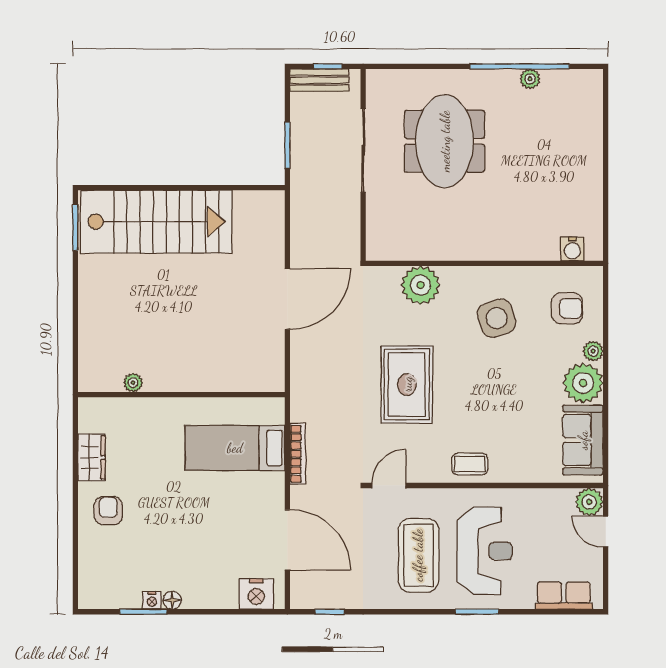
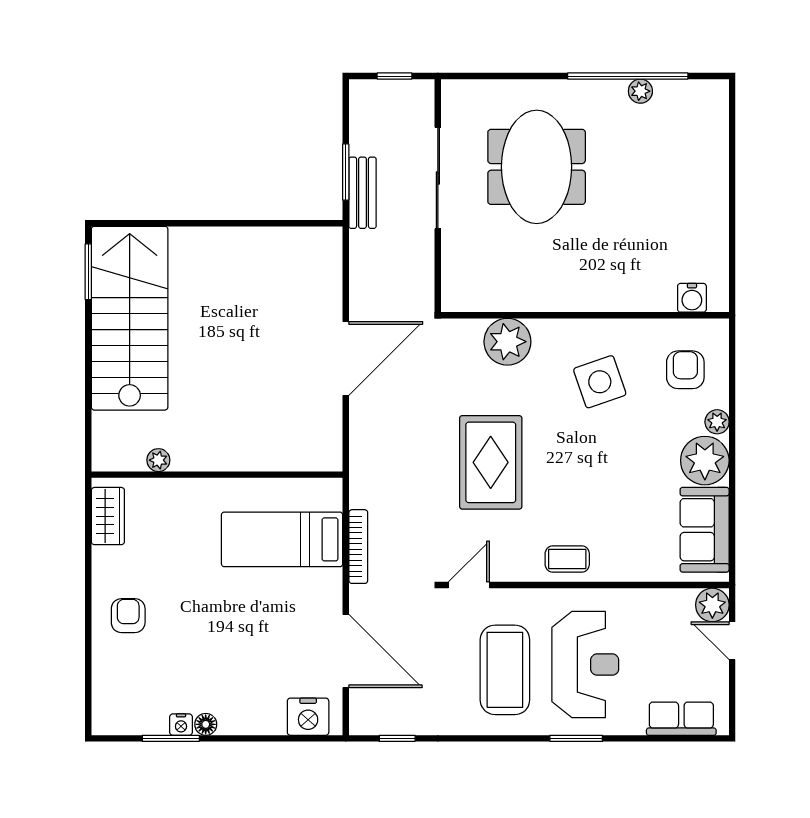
bench: (319, 80) -> (362, 193), moved, turned 90
stairs: (156, 222) -> (130, 318), moved, turned -90
armchair: (567, 308) -> (685, 370), turned -90
wardrobe: (92, 457) -> (108, 516), moved

